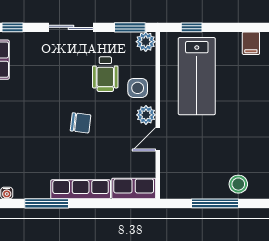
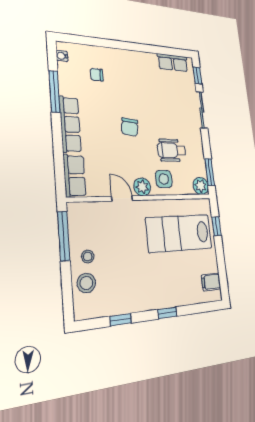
sliding door: (71, 27) -> (202, 110), moved
chair: (24, 156) -> (97, 75), added
stool: (214, 181) -> (88, 257), added
window: (215, 203) -> (64, 236), moved

